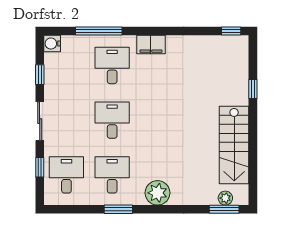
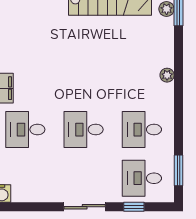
window: (40, 75) -> (35, 207), removed
plant: (157, 193) -> (167, 75), width x0.53, depth x0.53
window: (118, 209) -> (179, 170), moved

